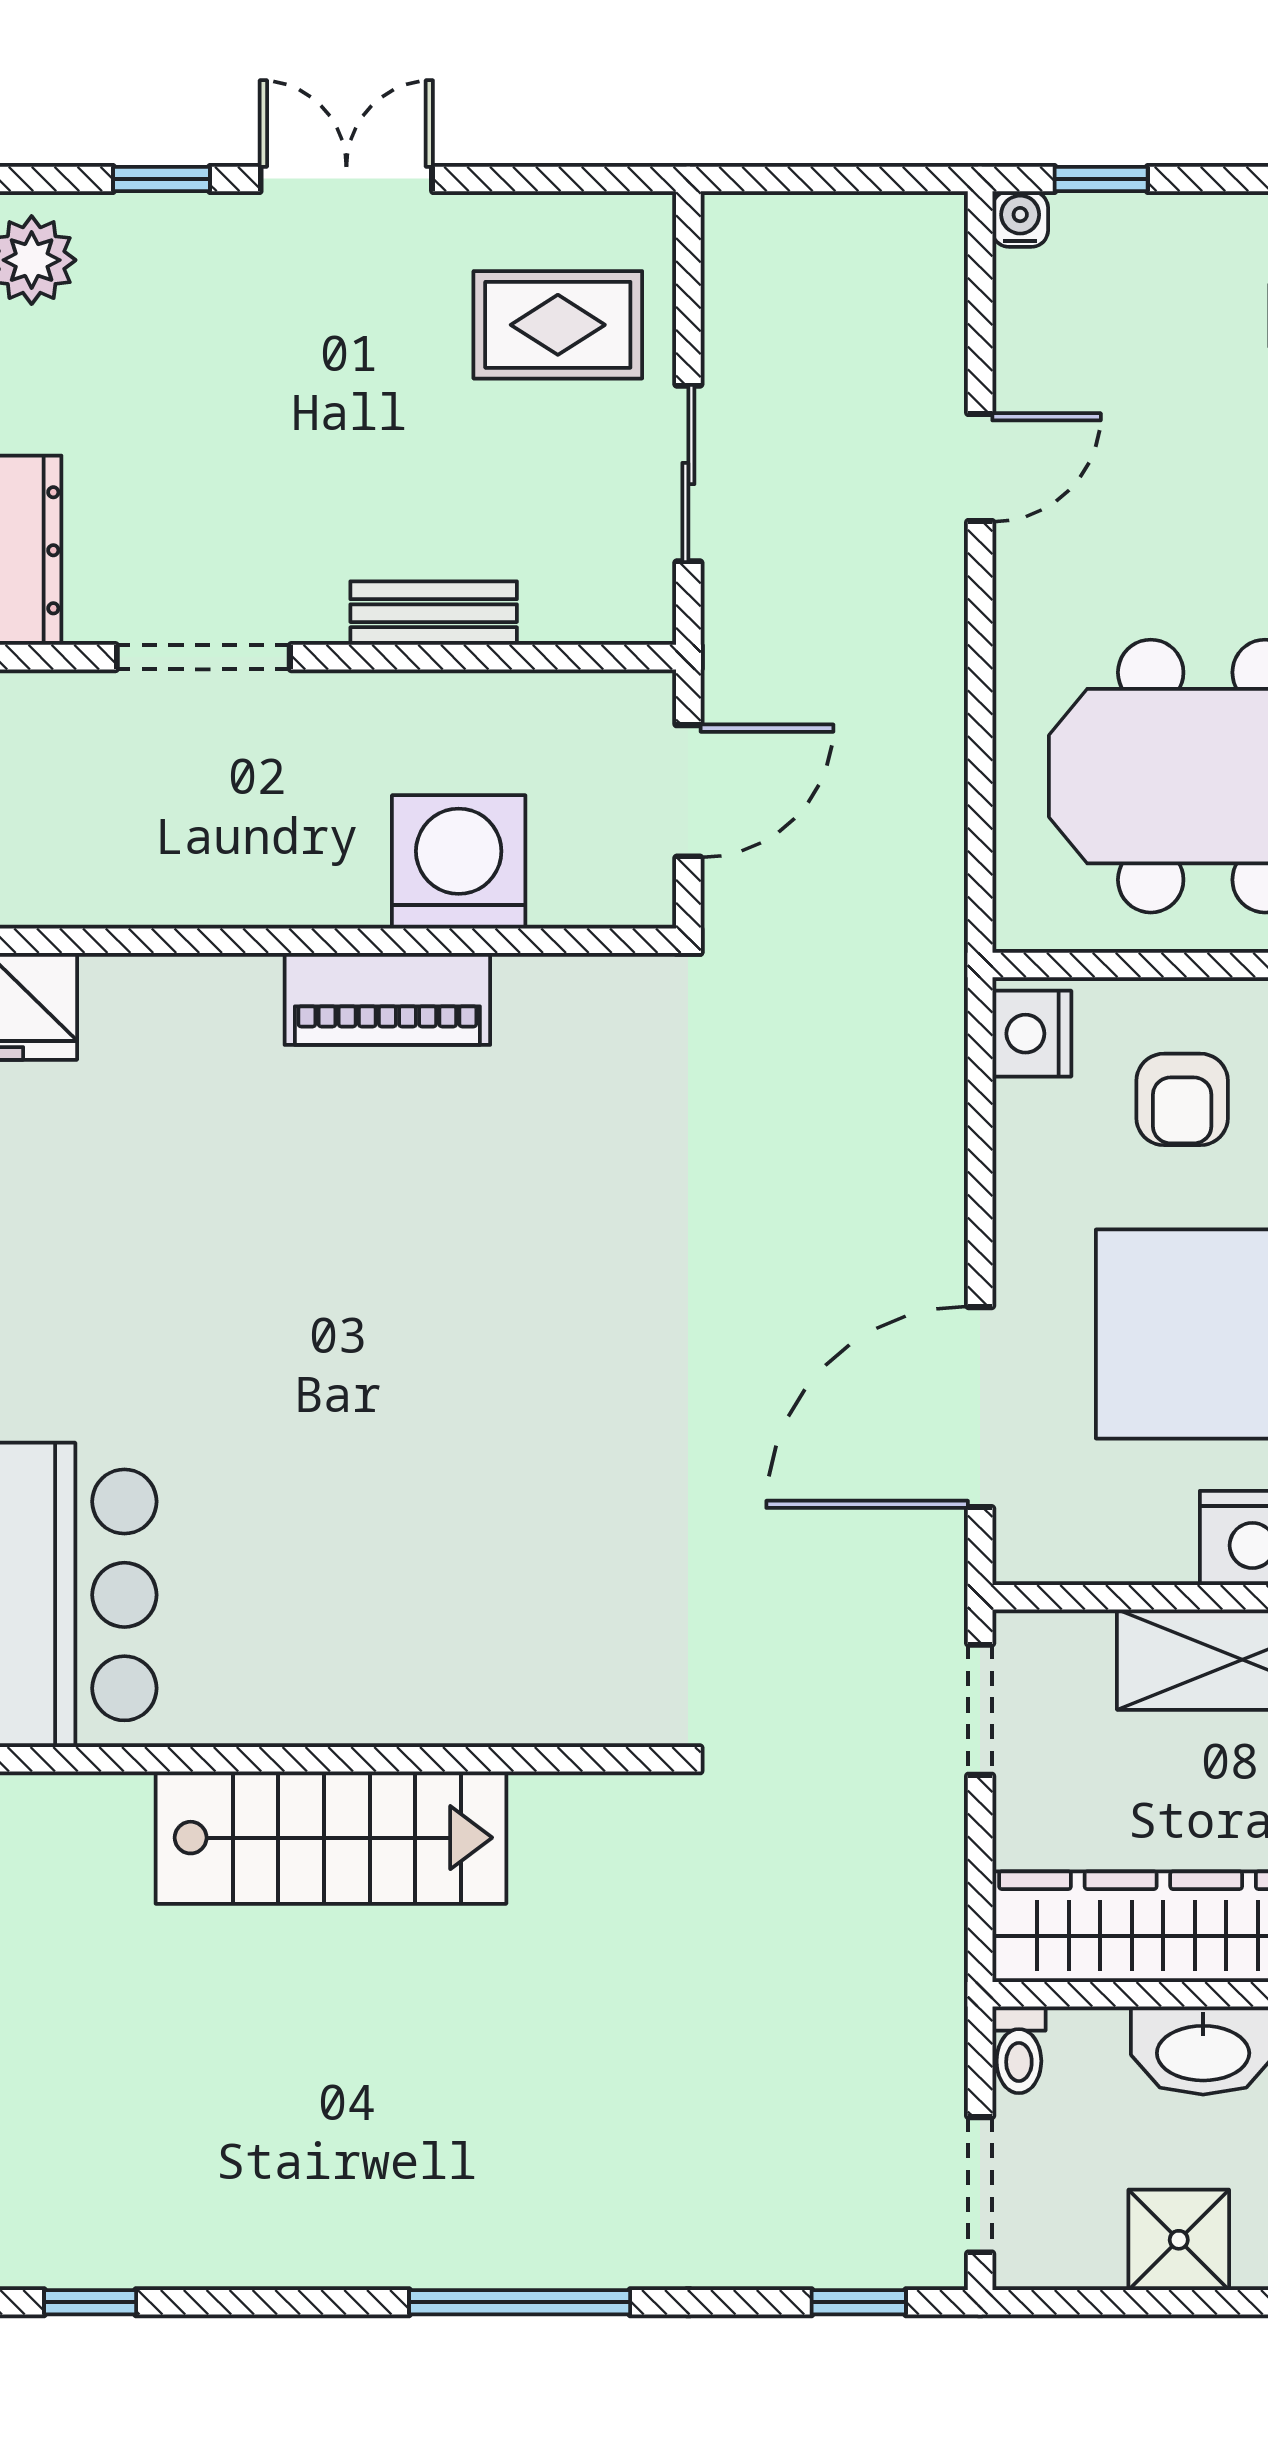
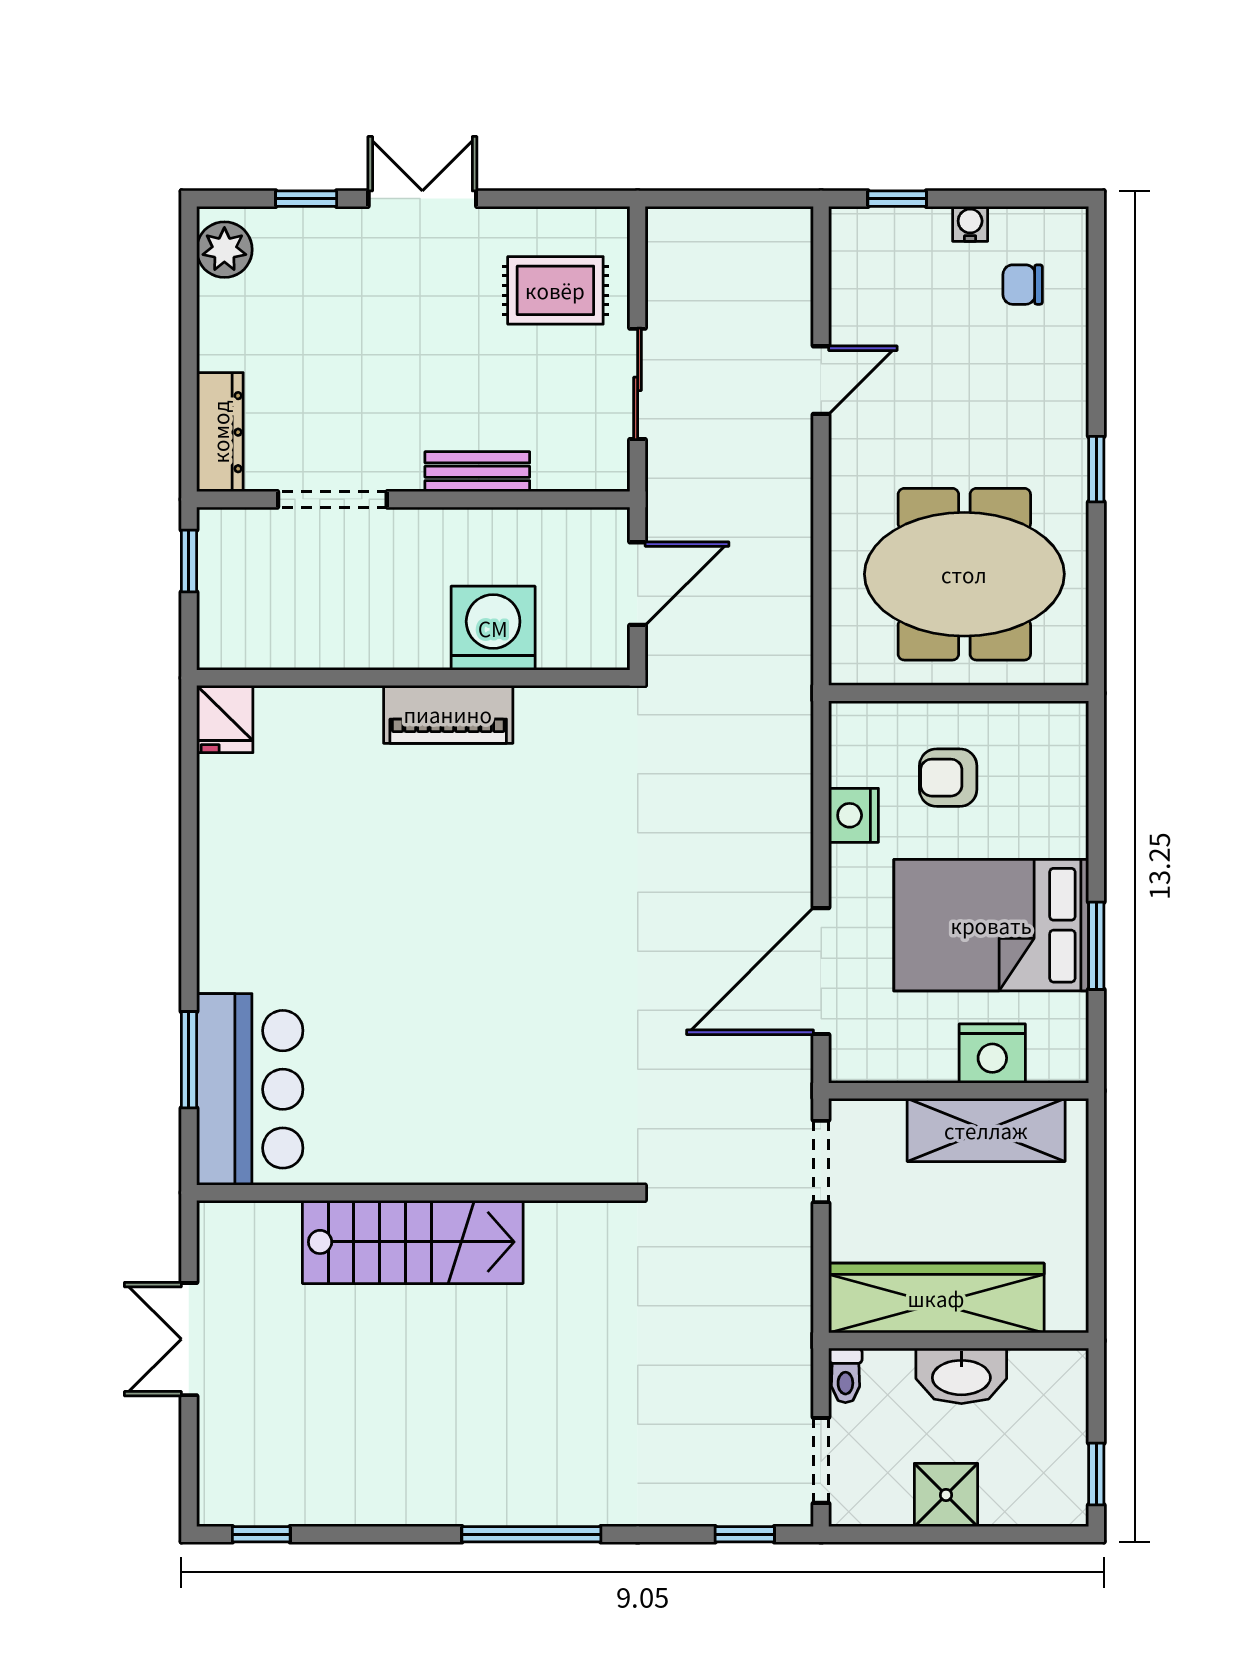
water cooler: (1020, 219) -> (970, 224), moved
nightstand: (1032, 1034) -> (854, 815), moved
armchair: (1182, 1099) -> (948, 778), turned 90

